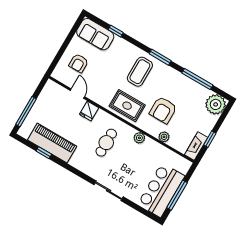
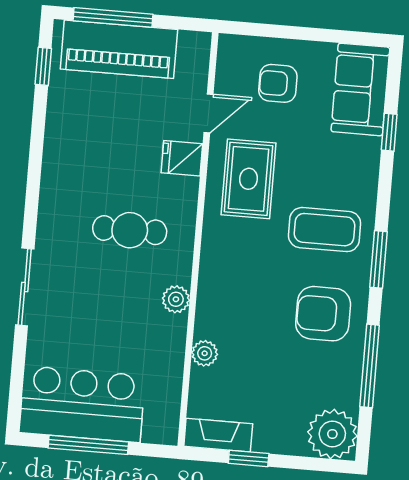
rug: (127, 106) -> (249, 179), moved
armchair: (163, 110) -> (323, 314), moved
piano: (52, 143) -> (119, 49), moved, turned 90
window: (44, 153) -> (43, 66), moved

